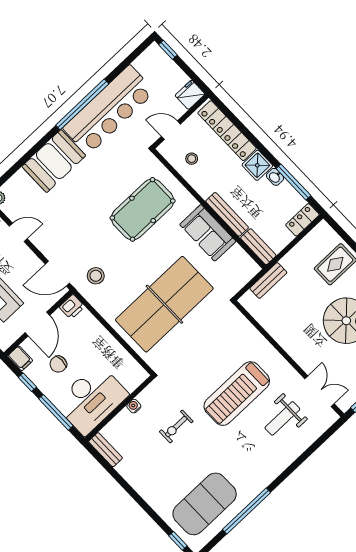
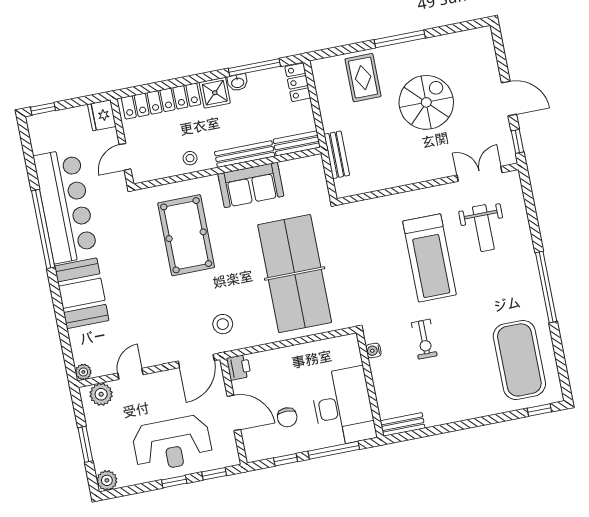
stool: (192, 159) -> (190, 158), moved
filing cabinet: (20, 358) -> (257, 452), removed
water cooler: (134, 406) -> (373, 350), moved
window: (246, 511) -> (546, 287), moved

